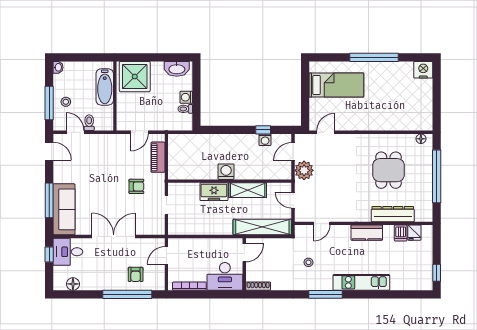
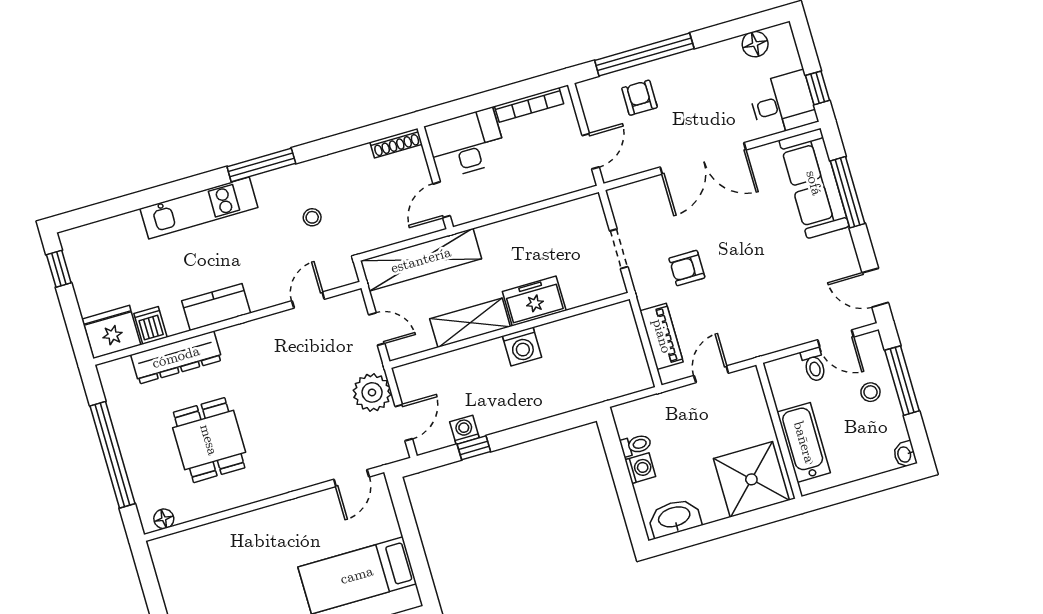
fridge: (414, 233) -> (112, 332), width x1.88, depth x1.34

